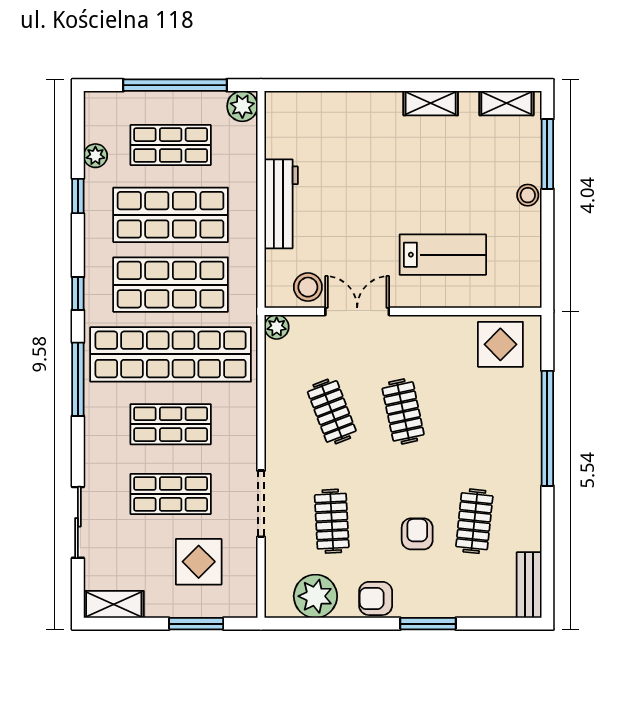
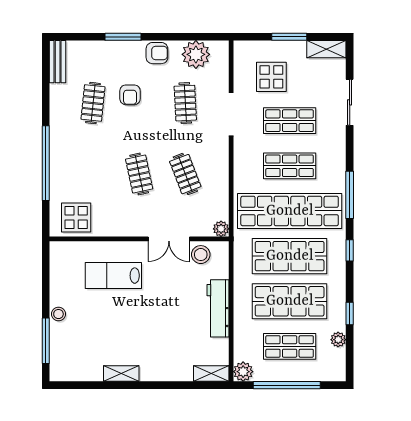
shelving: (506, 103) -> (211, 374), moved
window: (196, 624) -> (289, 37), moved

